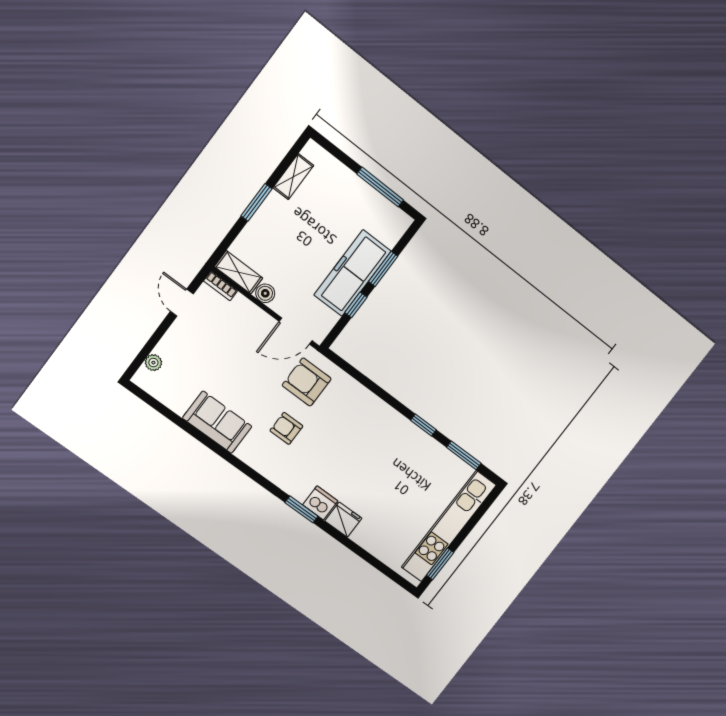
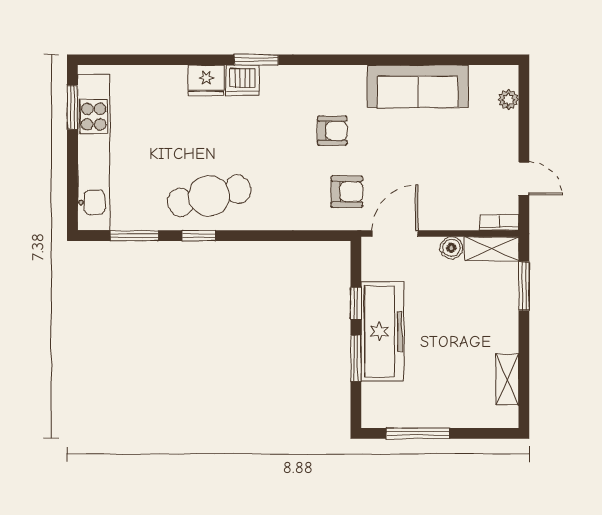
window: (256, 202) -> (524, 286), moved
armchair: (307, 382) -> (347, 192), width x0.72, depth x0.72
sofa: (217, 422) -> (418, 86), width x1.36
cafe table: (397, 445) -> (209, 196), added

